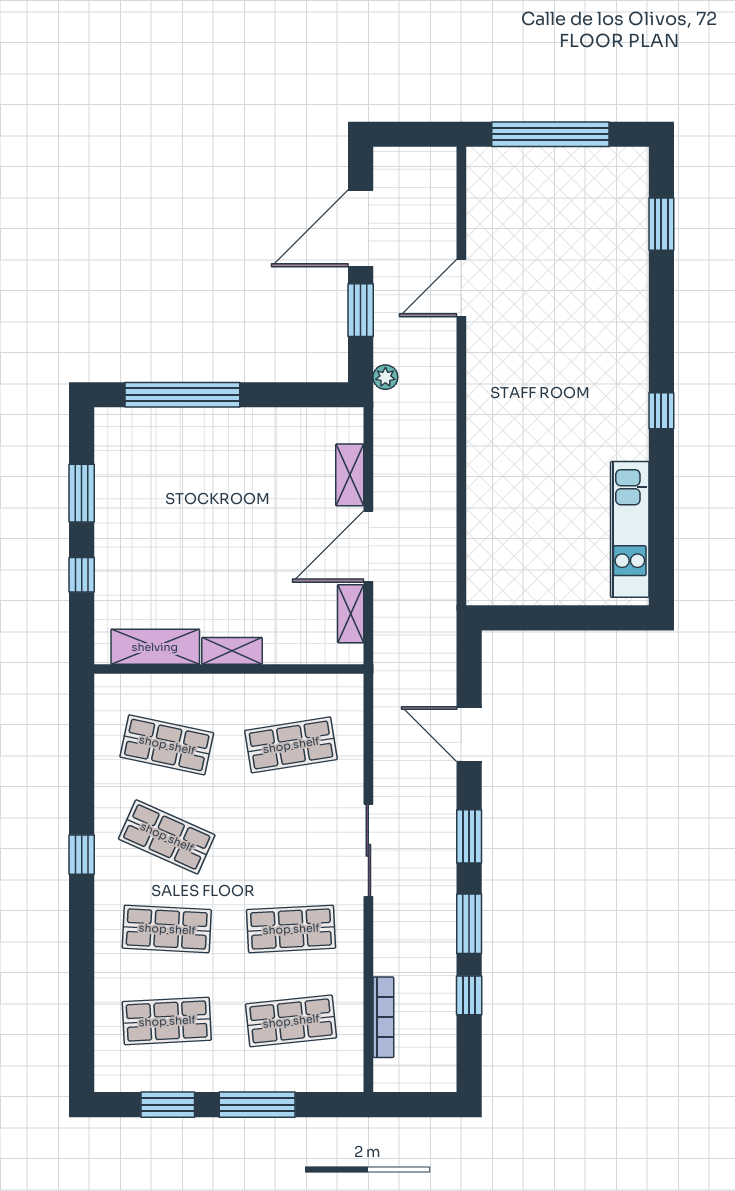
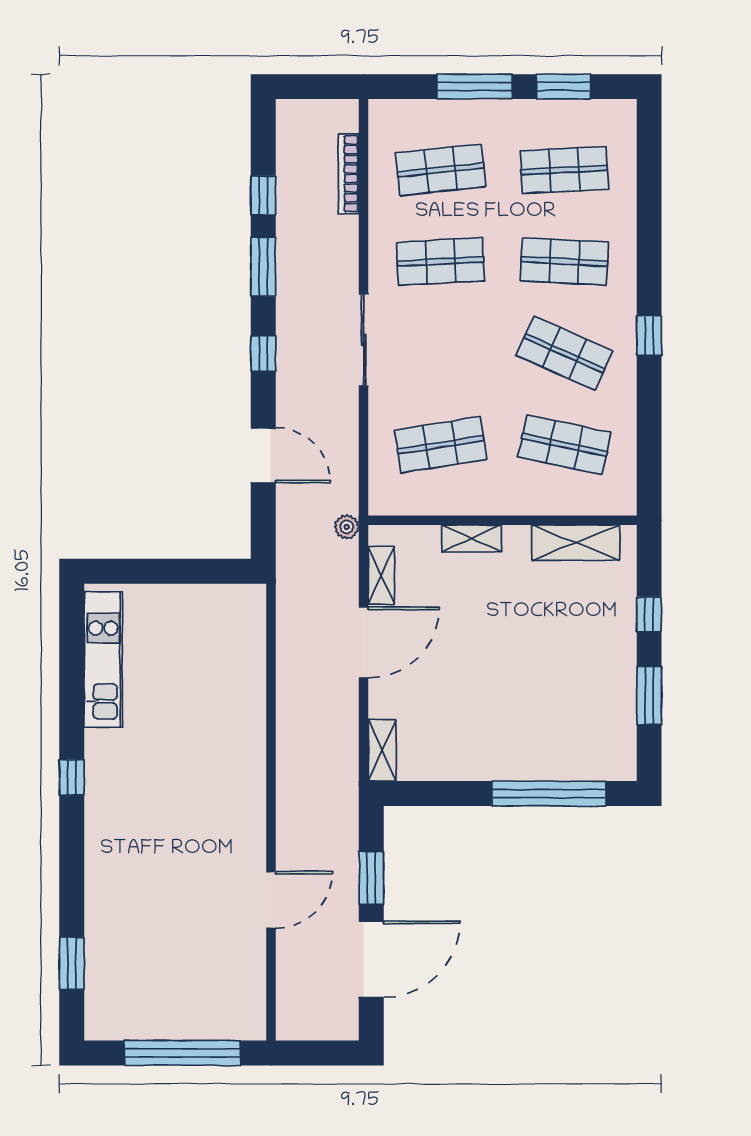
plant: (385, 377) -> (347, 527), moved
shelving: (350, 475) -> (382, 750), moved
shelving: (232, 651) -> (472, 538), moved
window: (469, 836) -> (263, 354), width x0.67

